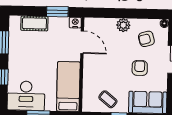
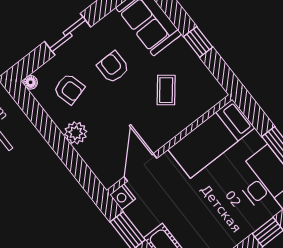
armchair: (140, 68) -> (113, 67), turned 90
coffee table: (108, 99) -> (166, 90), moved

